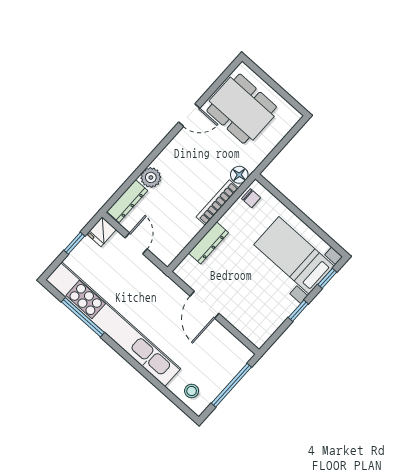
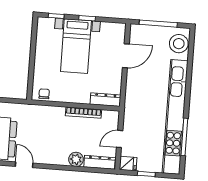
floor lamp: (239, 175) -> (36, 111), removed
bookcase: (217, 202) -> (84, 113), moved
dresser: (209, 243) -> (105, 100), moved
bed with nightstands: (294, 255) -> (76, 46), moved
door: (205, 305) -> (126, 56), moved
stool: (192, 391) -> (179, 44), width x1.89, depth x1.89

